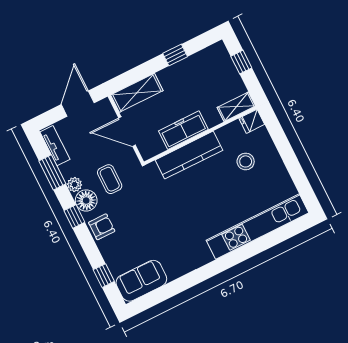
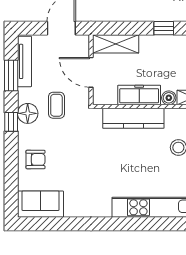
boiler: (213, 119) -> (169, 98), added
tv unit: (55, 146) -> (24, 61), width x1.41
plant: (74, 185) -> (25, 95), removed
armchair: (102, 227) -> (36, 159), moved
window: (104, 276) -> (11, 184), removed

